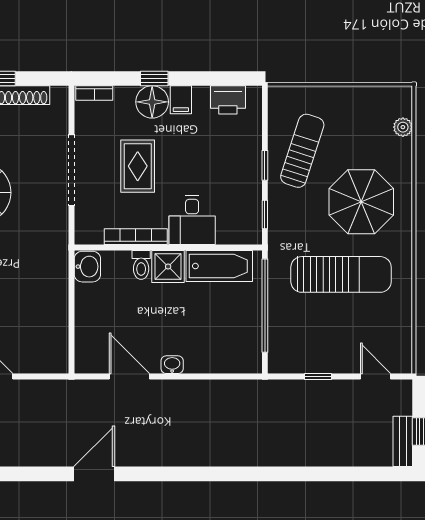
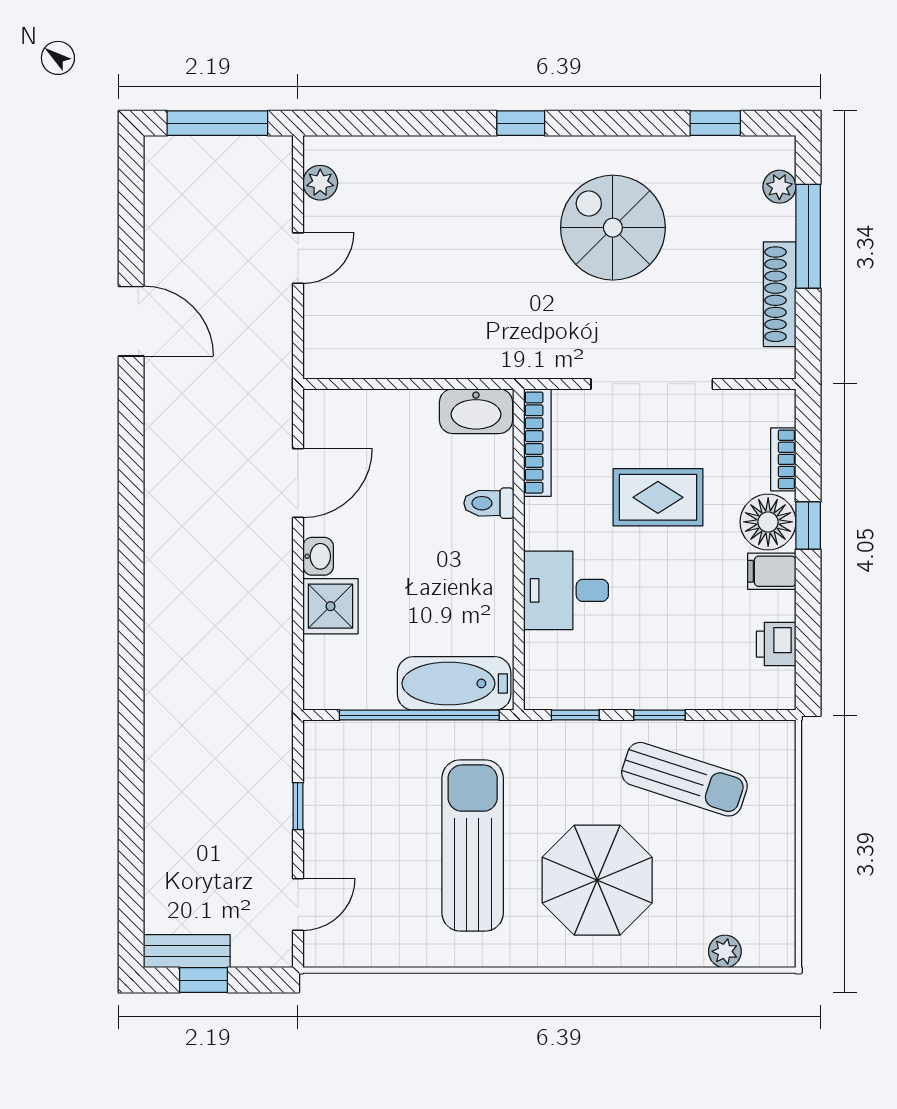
bookcase: (94, 93) -> (783, 459), moved
printer: (228, 100) -> (776, 644), width x0.73, depth x0.81
bookcase: (136, 237) -> (537, 443), moved
bathtub: (219, 266) -> (454, 683), moved, turned 90
washbasin: (87, 267) -> (476, 411), width x1.38
shower: (168, 267) -> (330, 606), moved
sun lounger: (341, 274) -> (473, 845), turned 180
door: (94, 474) -> (131, 321), moved

